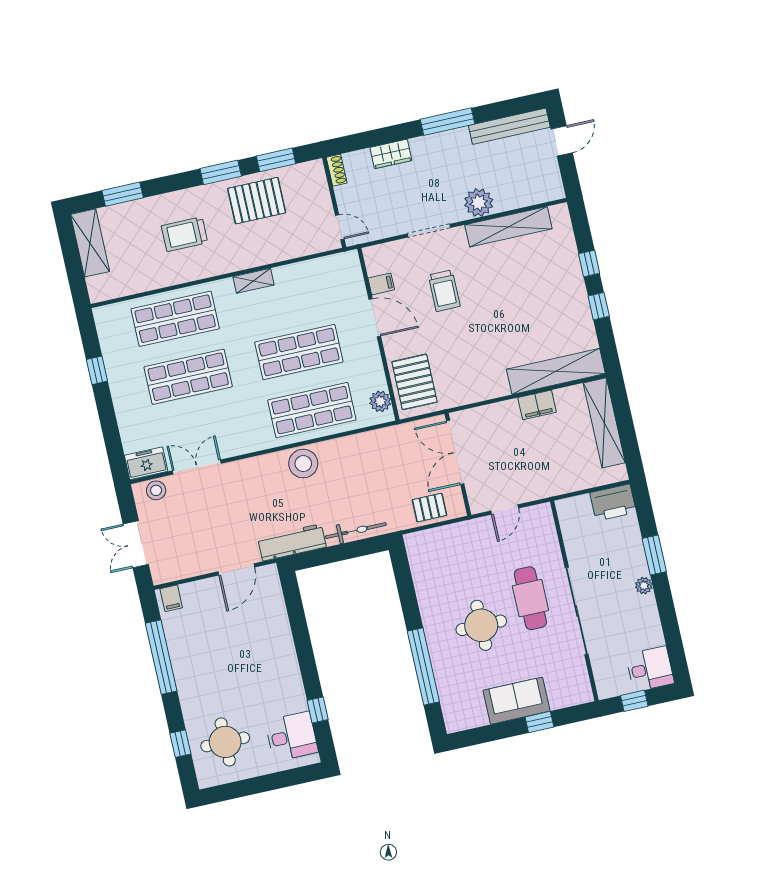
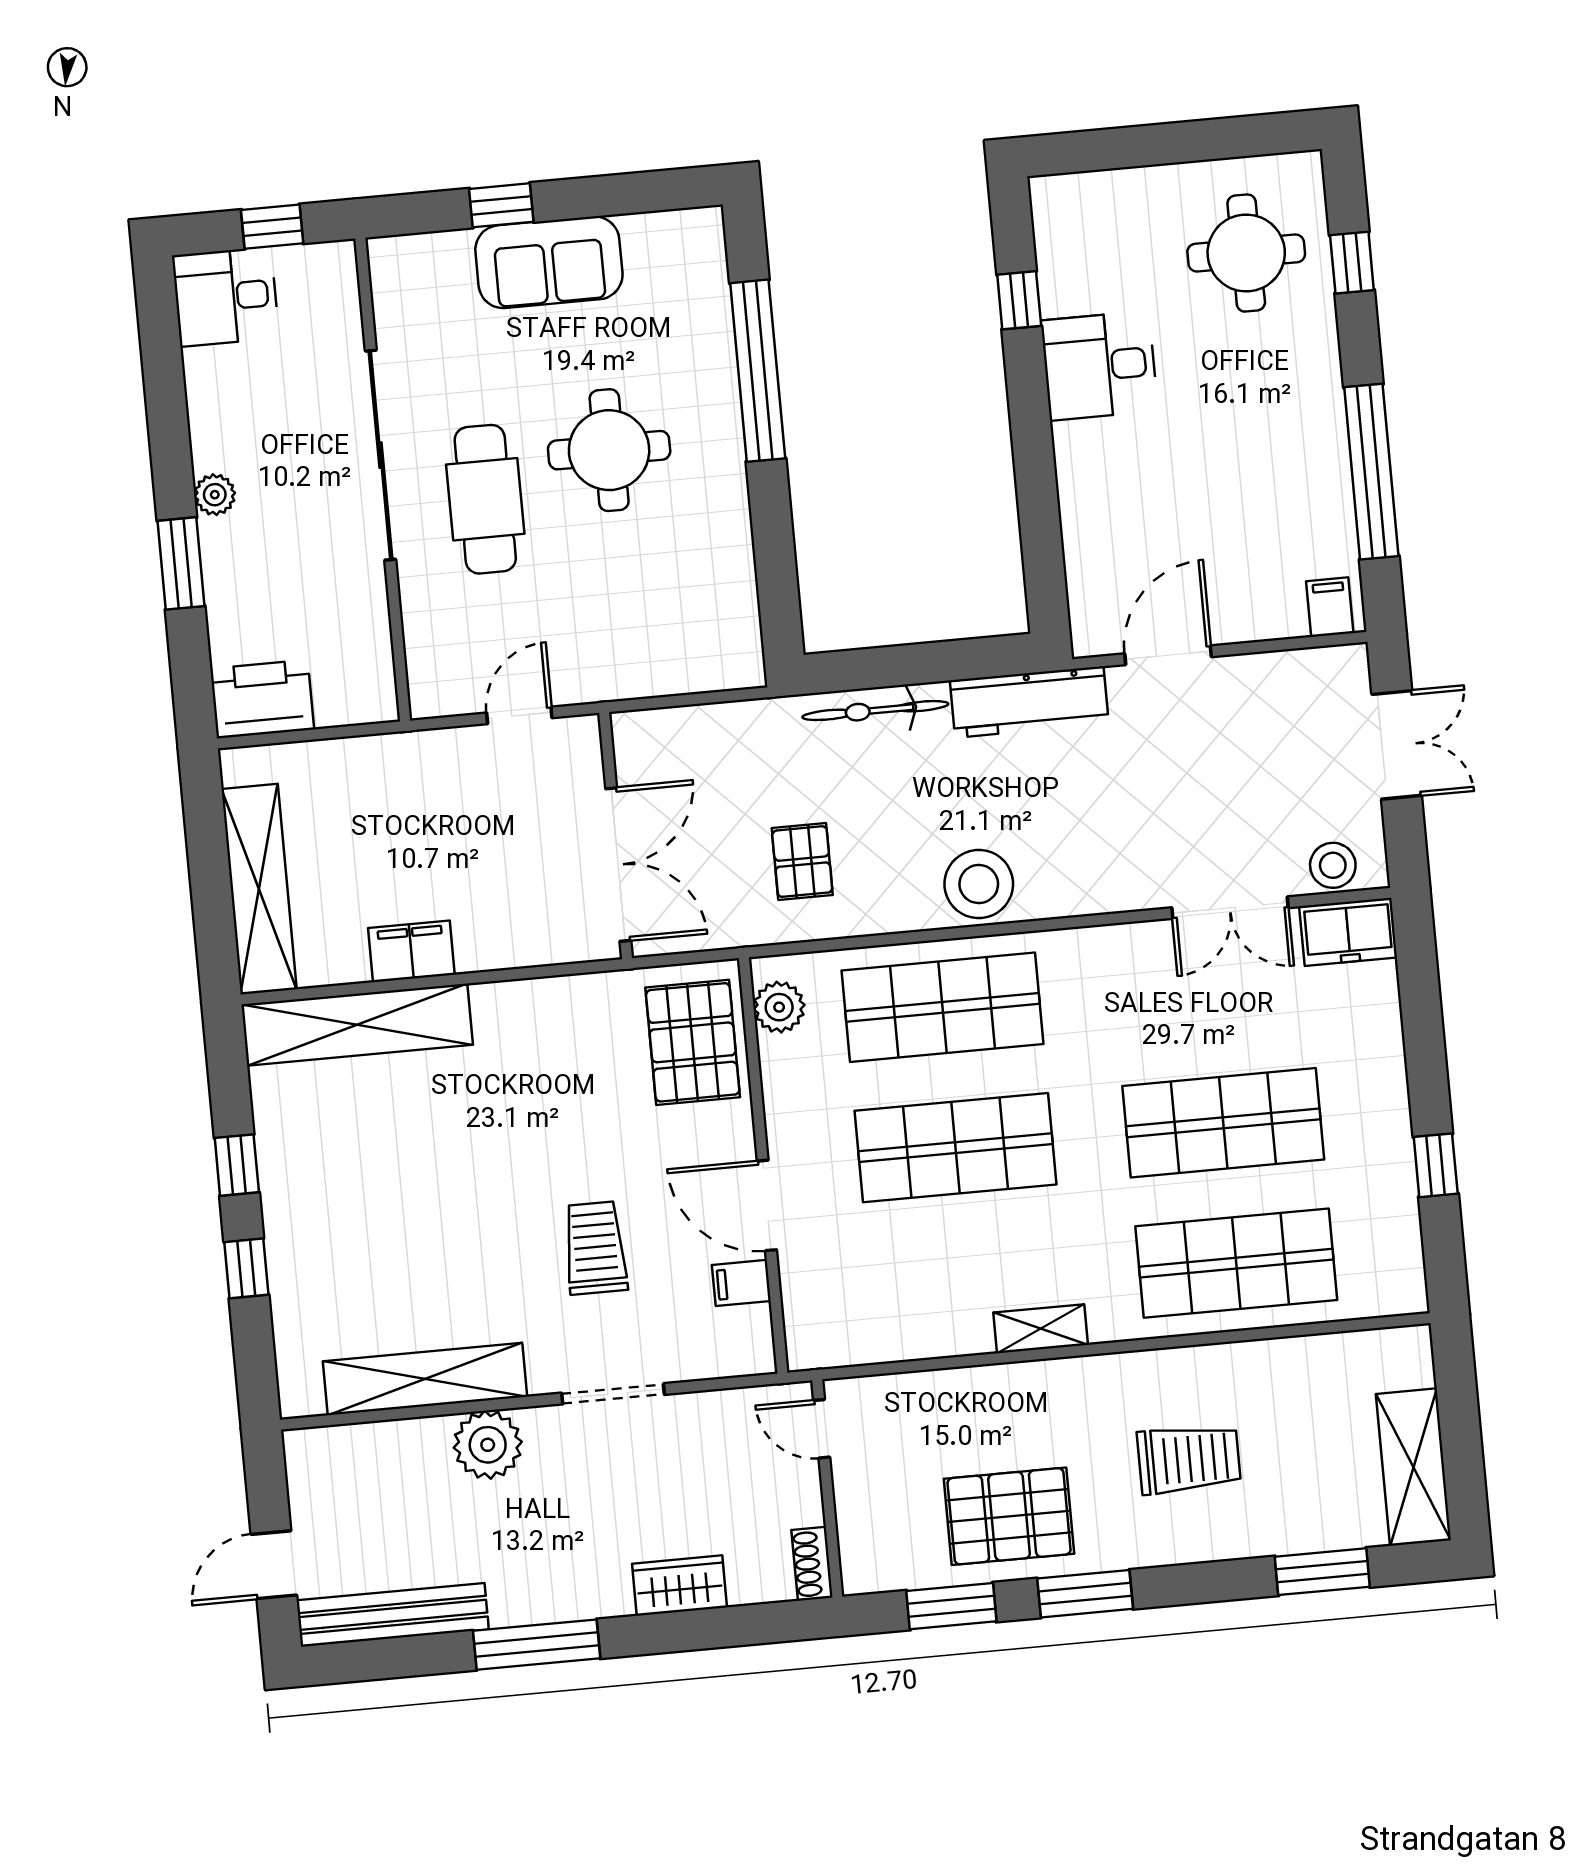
pallet: (429, 508) -> (802, 862), moved, turned 90
desk: (292, 736) -> (1099, 366), moved

